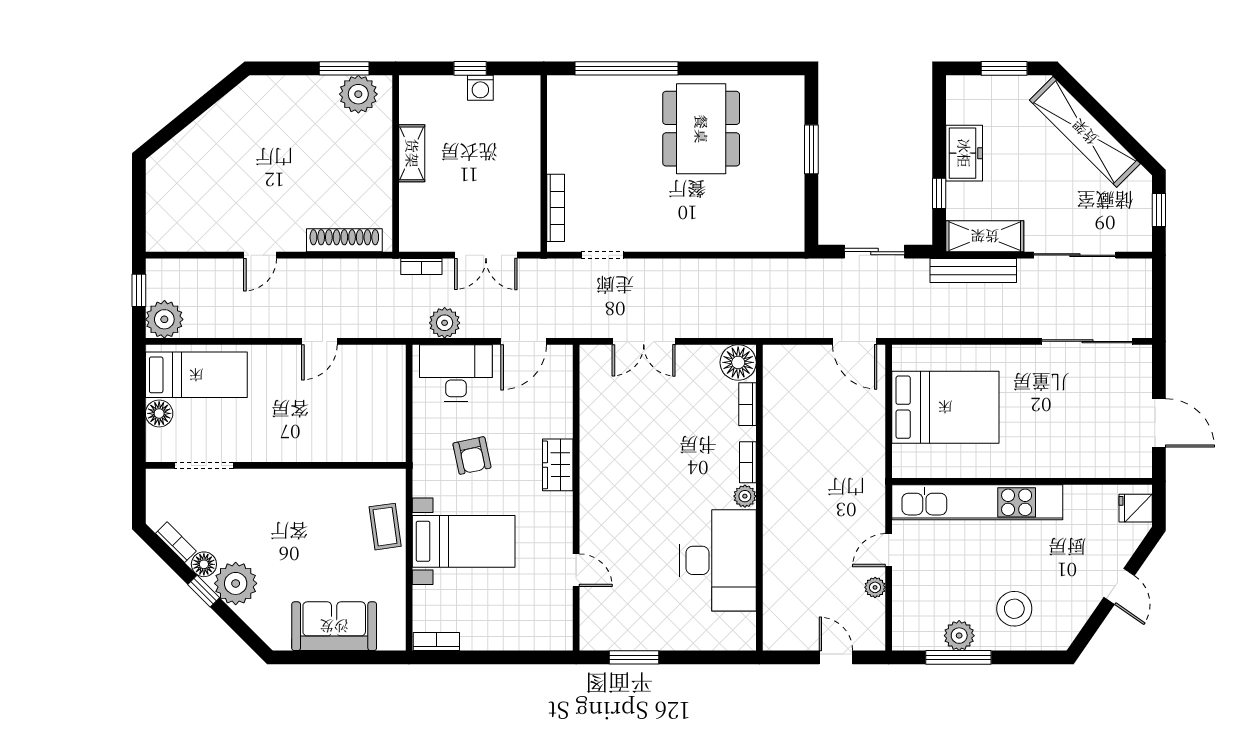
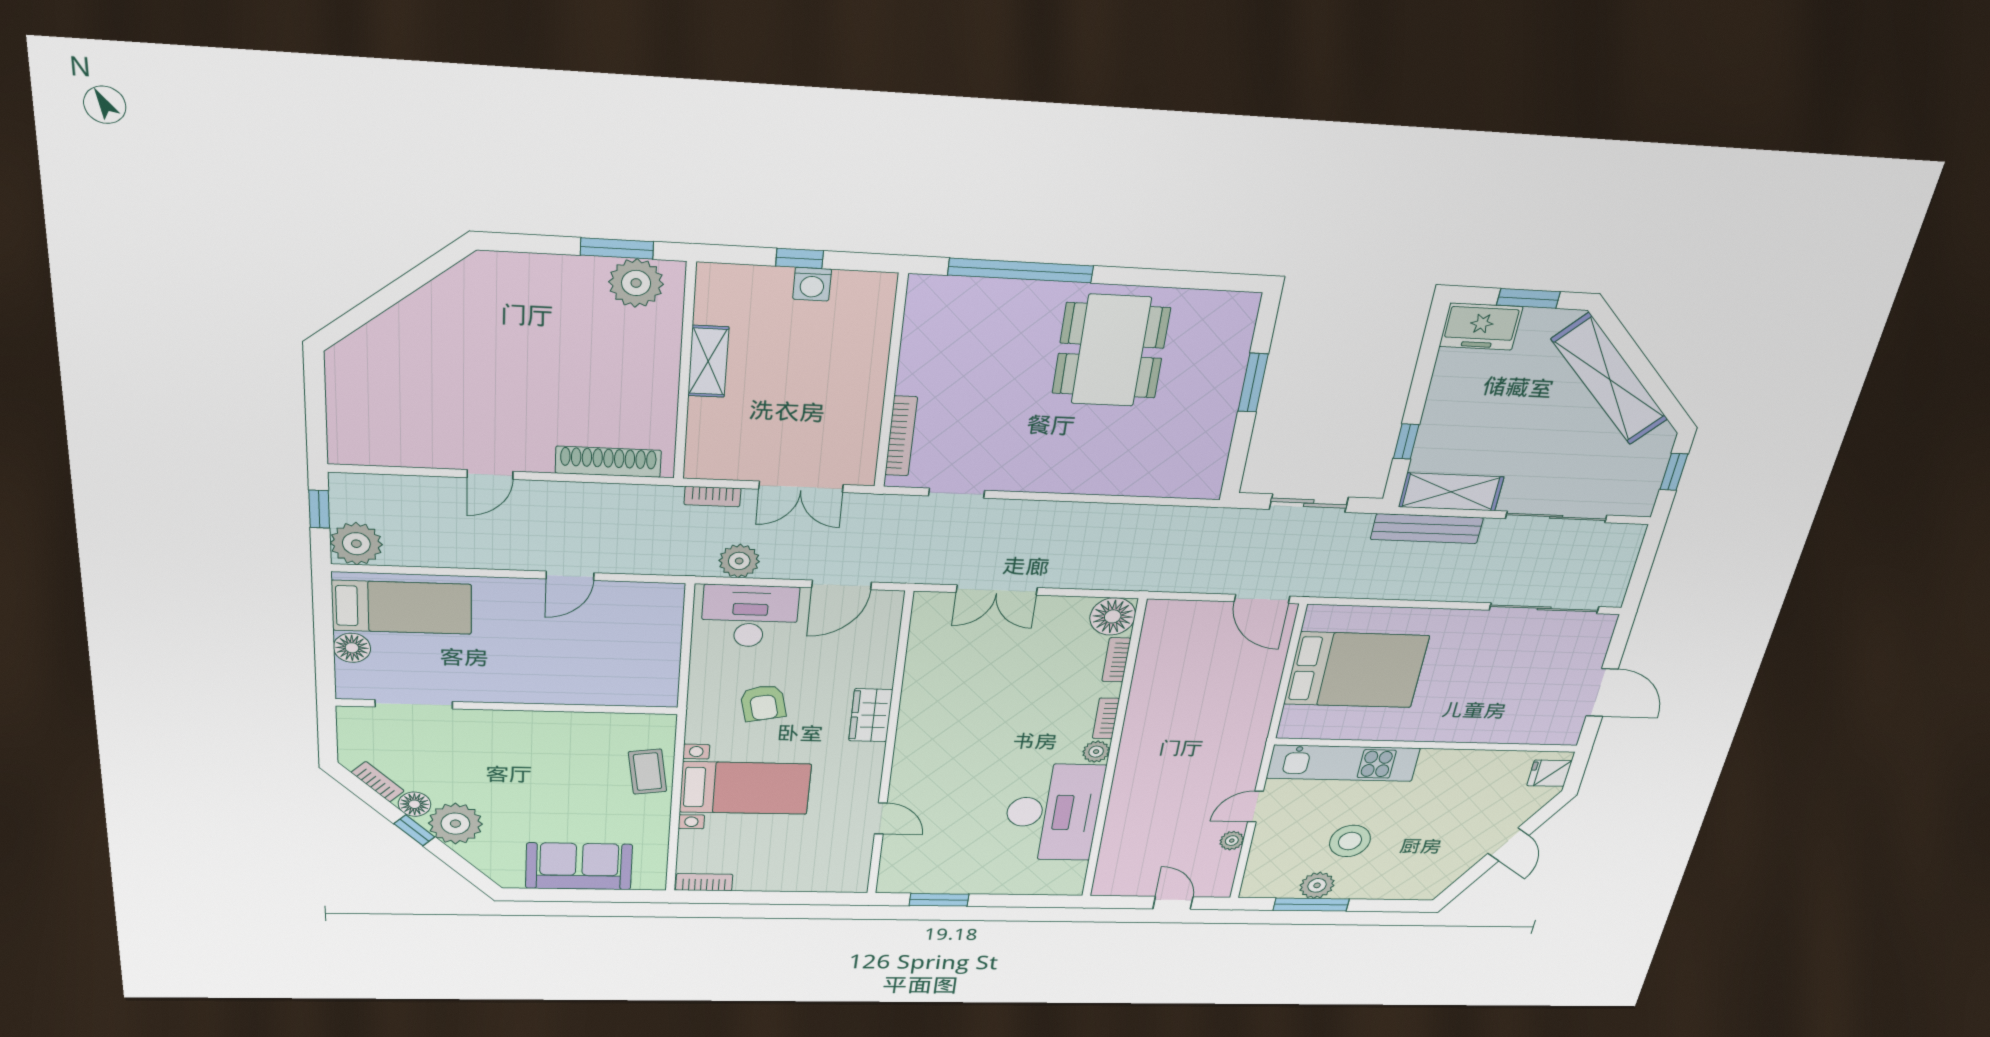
freezer: (964, 153) -> (1481, 327), moved, turned 90
kitchen unit: (977, 502) -> (1343, 763), width x0.73
stool: (1014, 609) -> (1350, 841), moved

